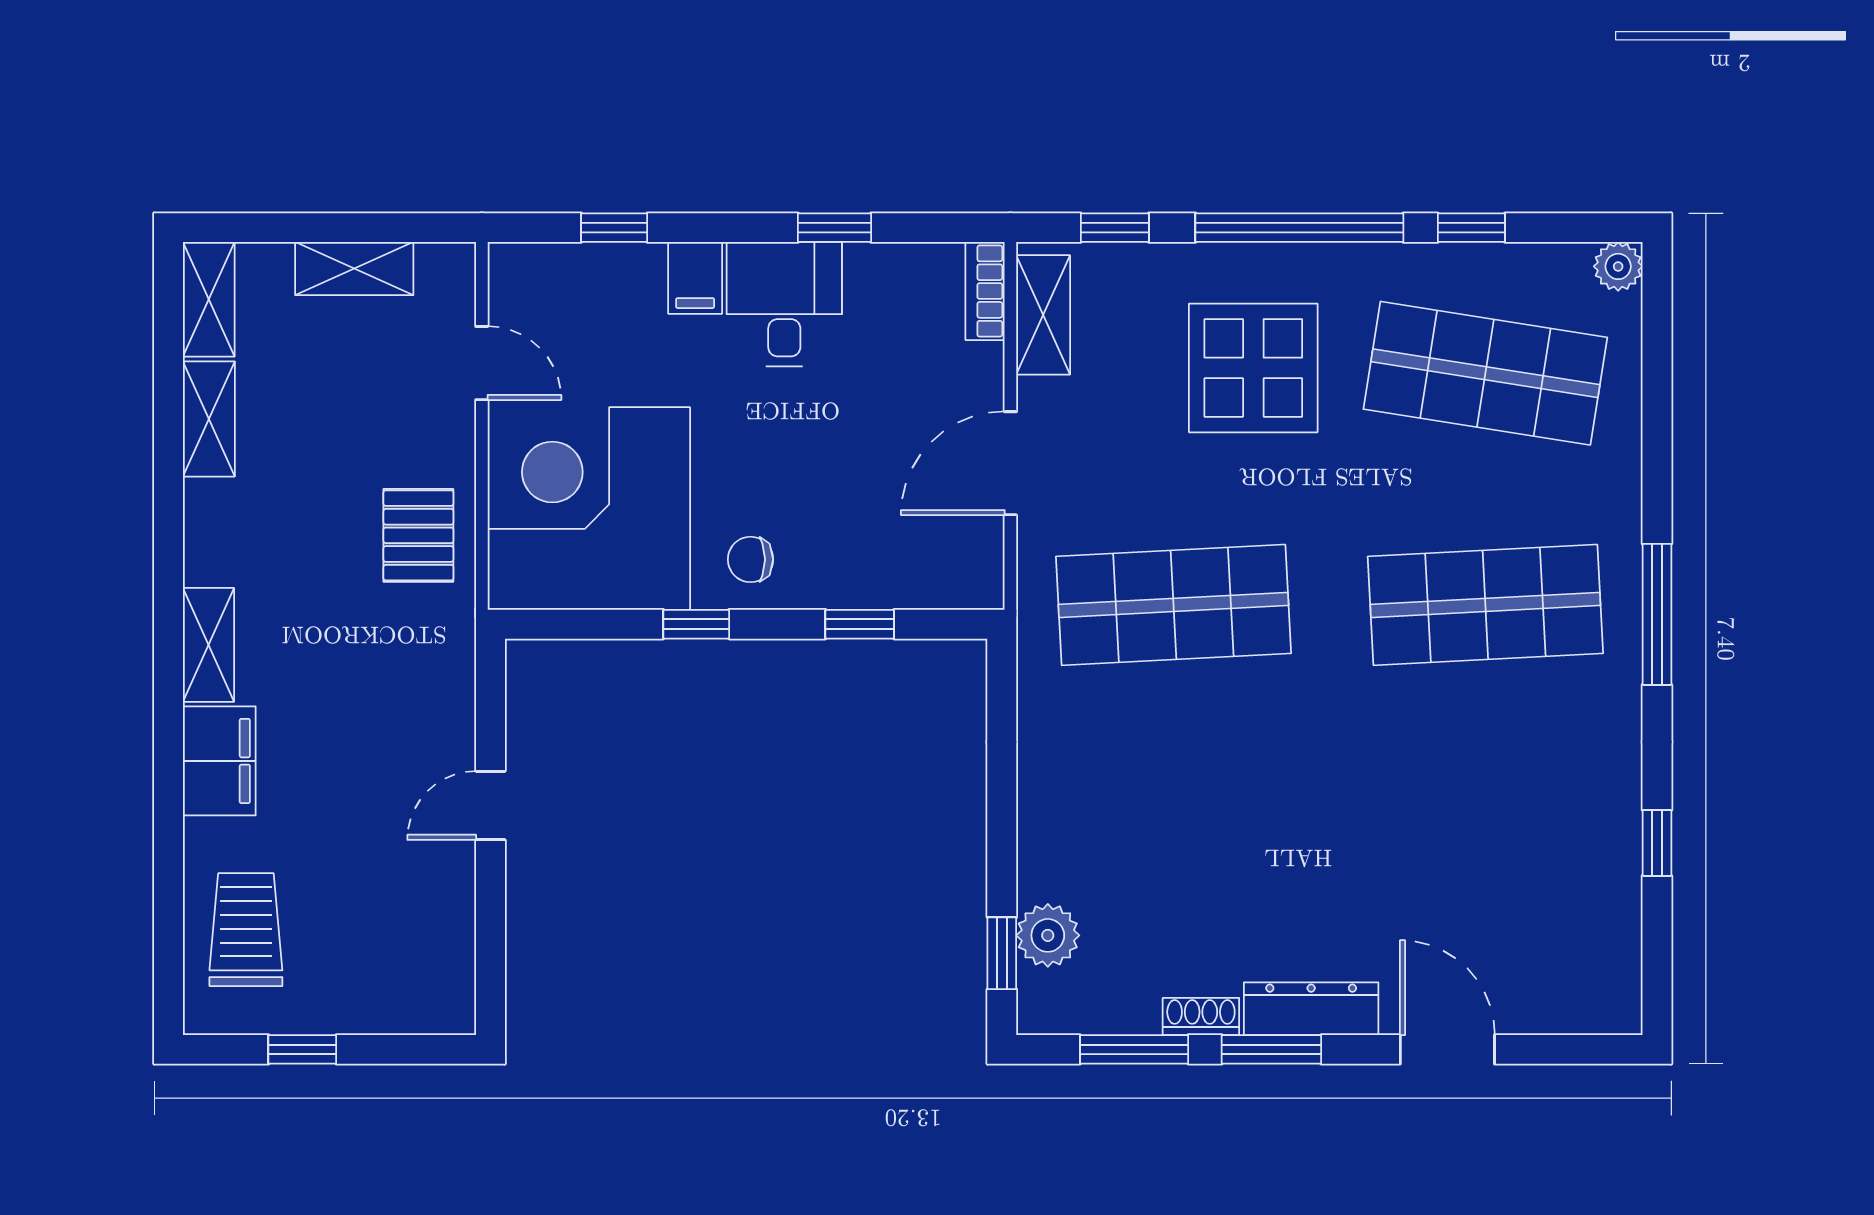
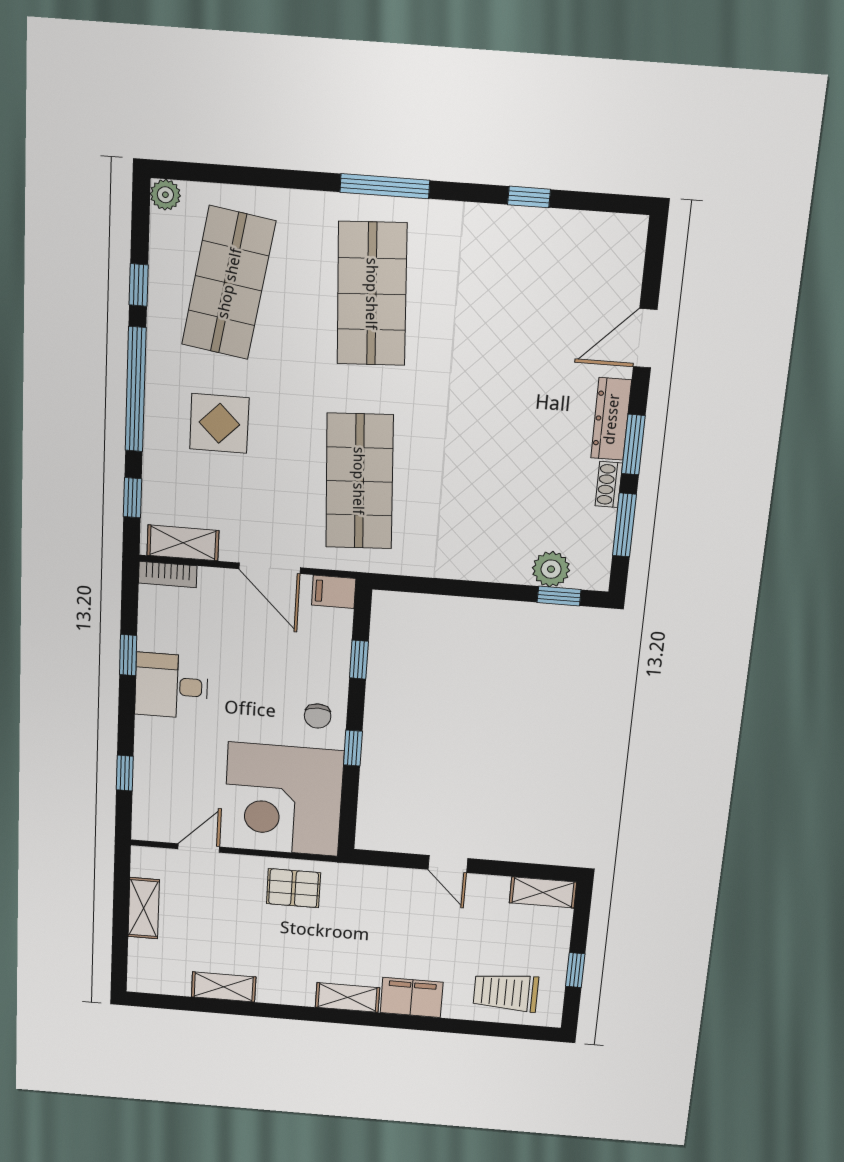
filing cabinet: (695, 278) -> (334, 592), moved, turned 180
shelving: (209, 299) -> (543, 892), moved
display table: (1253, 368) -> (219, 423), width x0.73, depth x0.73

